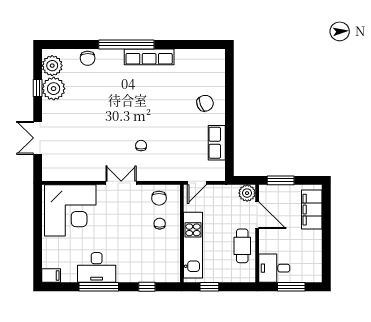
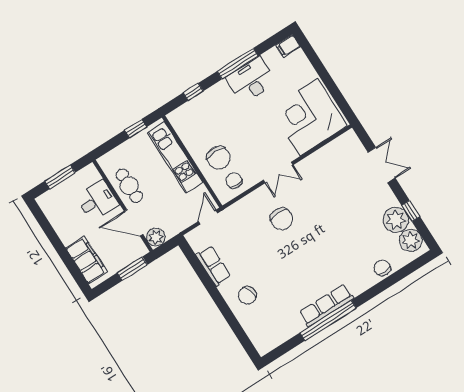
window: (126, 44) -> (328, 320), moved
chair: (141, 146) -> (282, 219), width x1.87, depth x1.87
chair: (160, 224) -> (219, 158), width x1.87, depth x1.87
desk: (274, 268) -> (97, 201), moved

